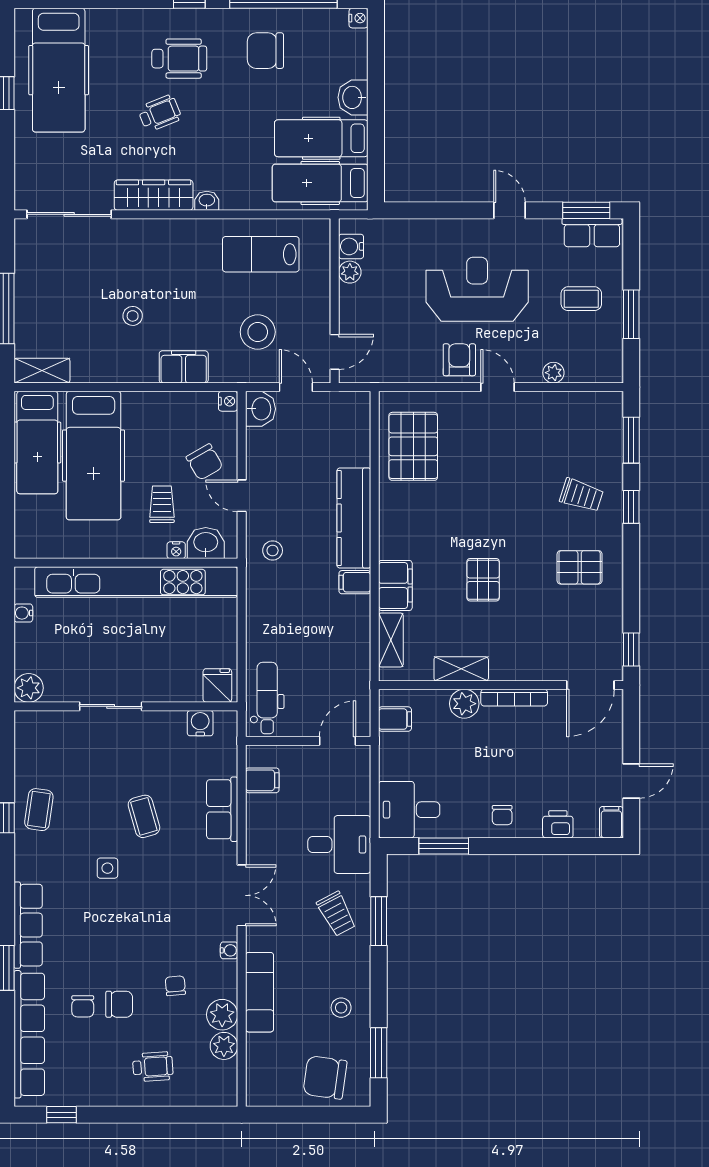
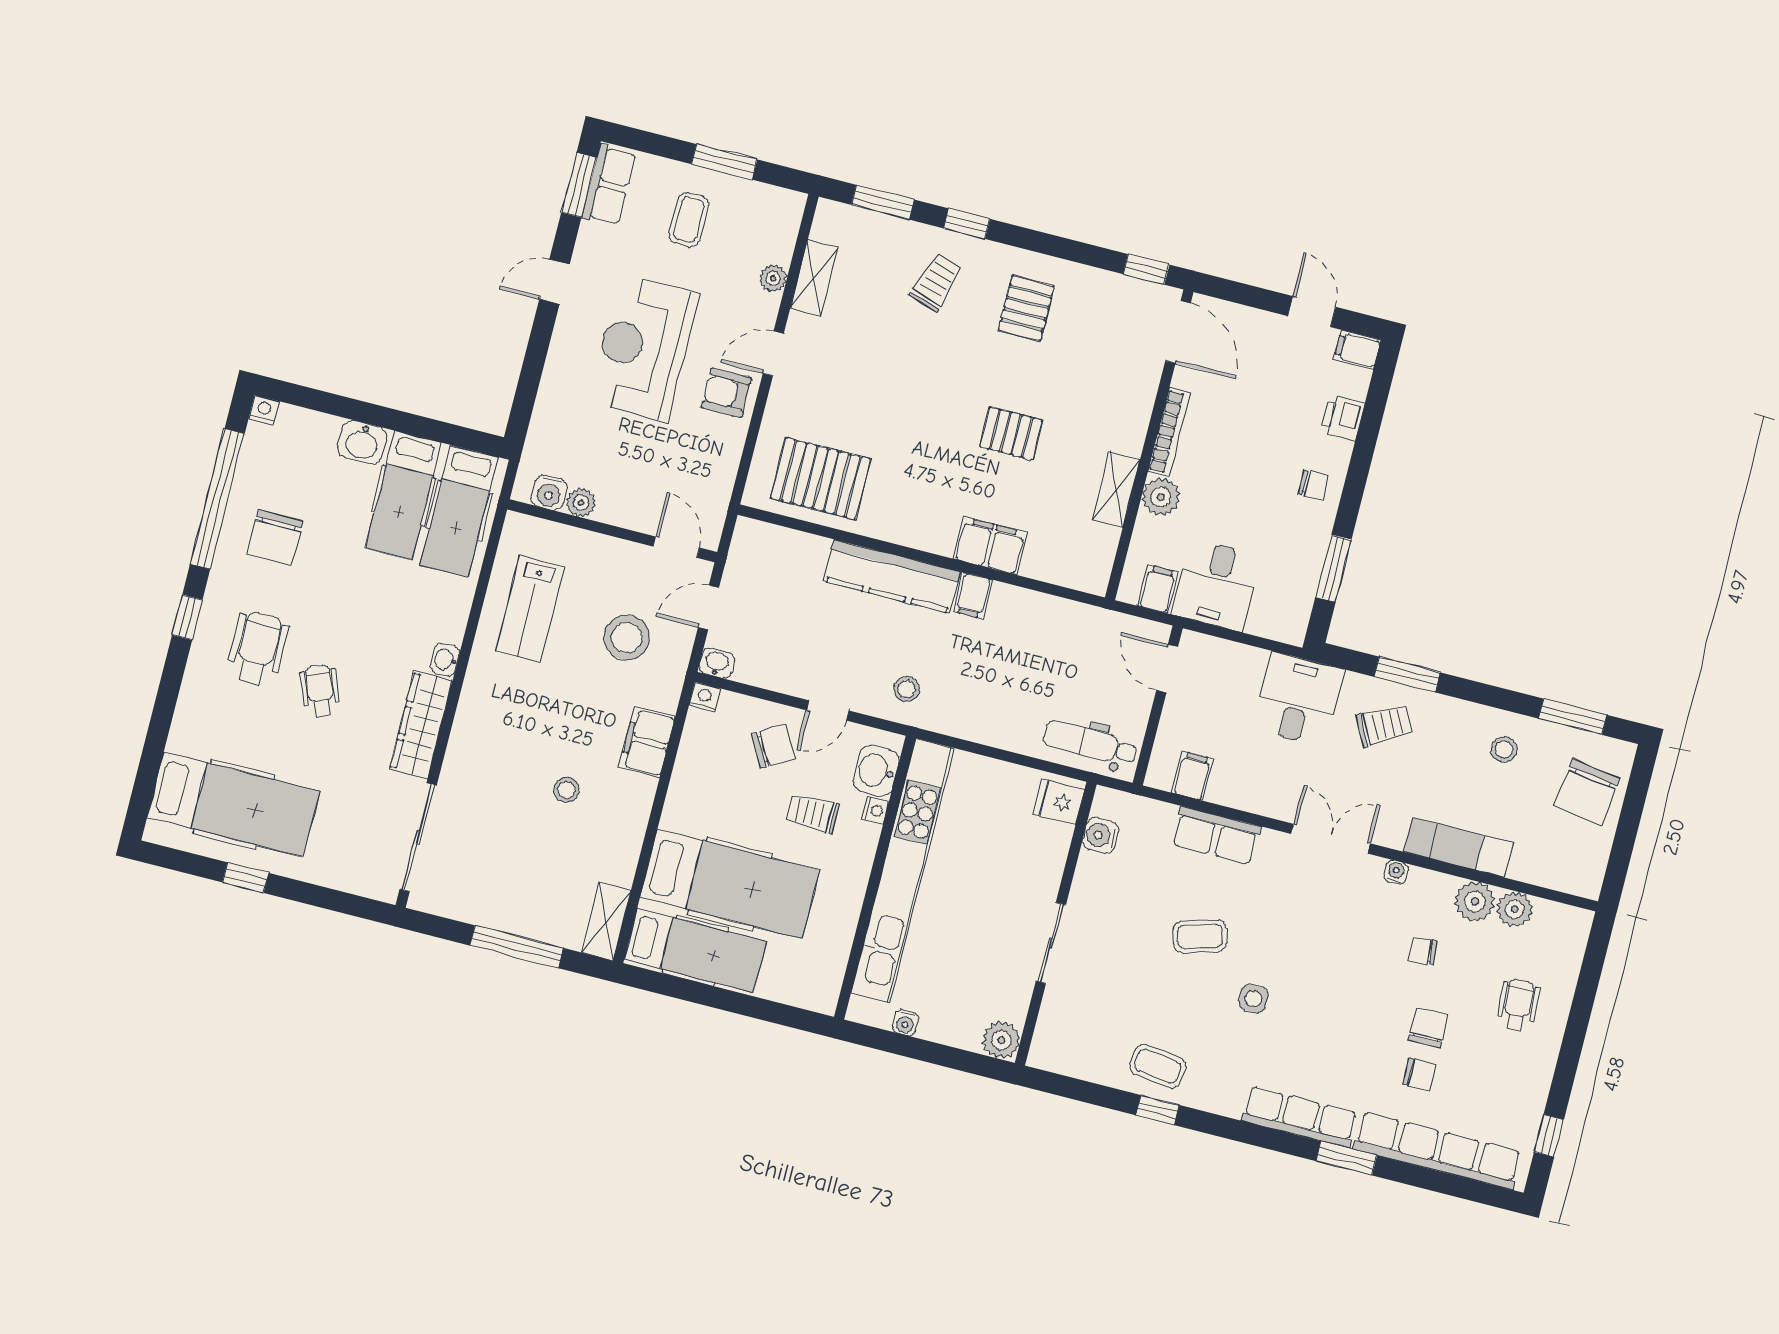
washbasin: (260, 409) -> (717, 663), width x0.72, depth x0.69
shelving: (391, 640) -> (814, 278), moved, turned 90
desk: (409, 810) -> (1216, 585), moved

